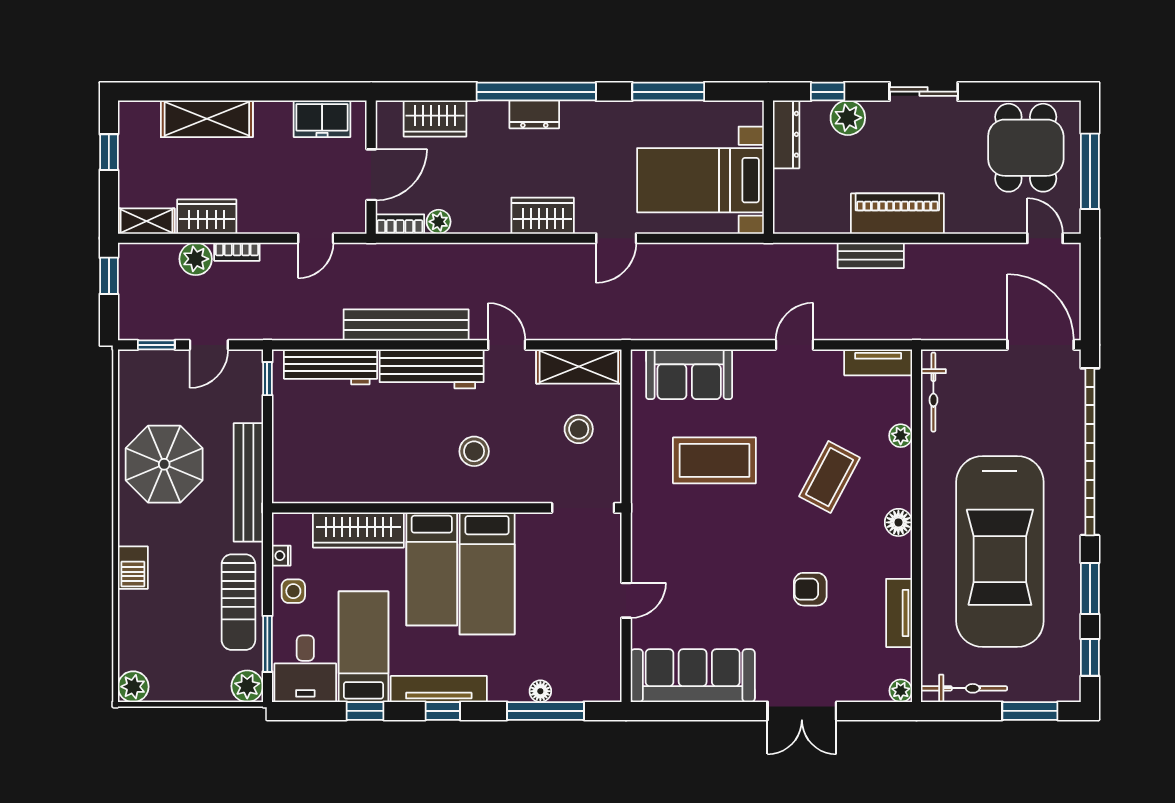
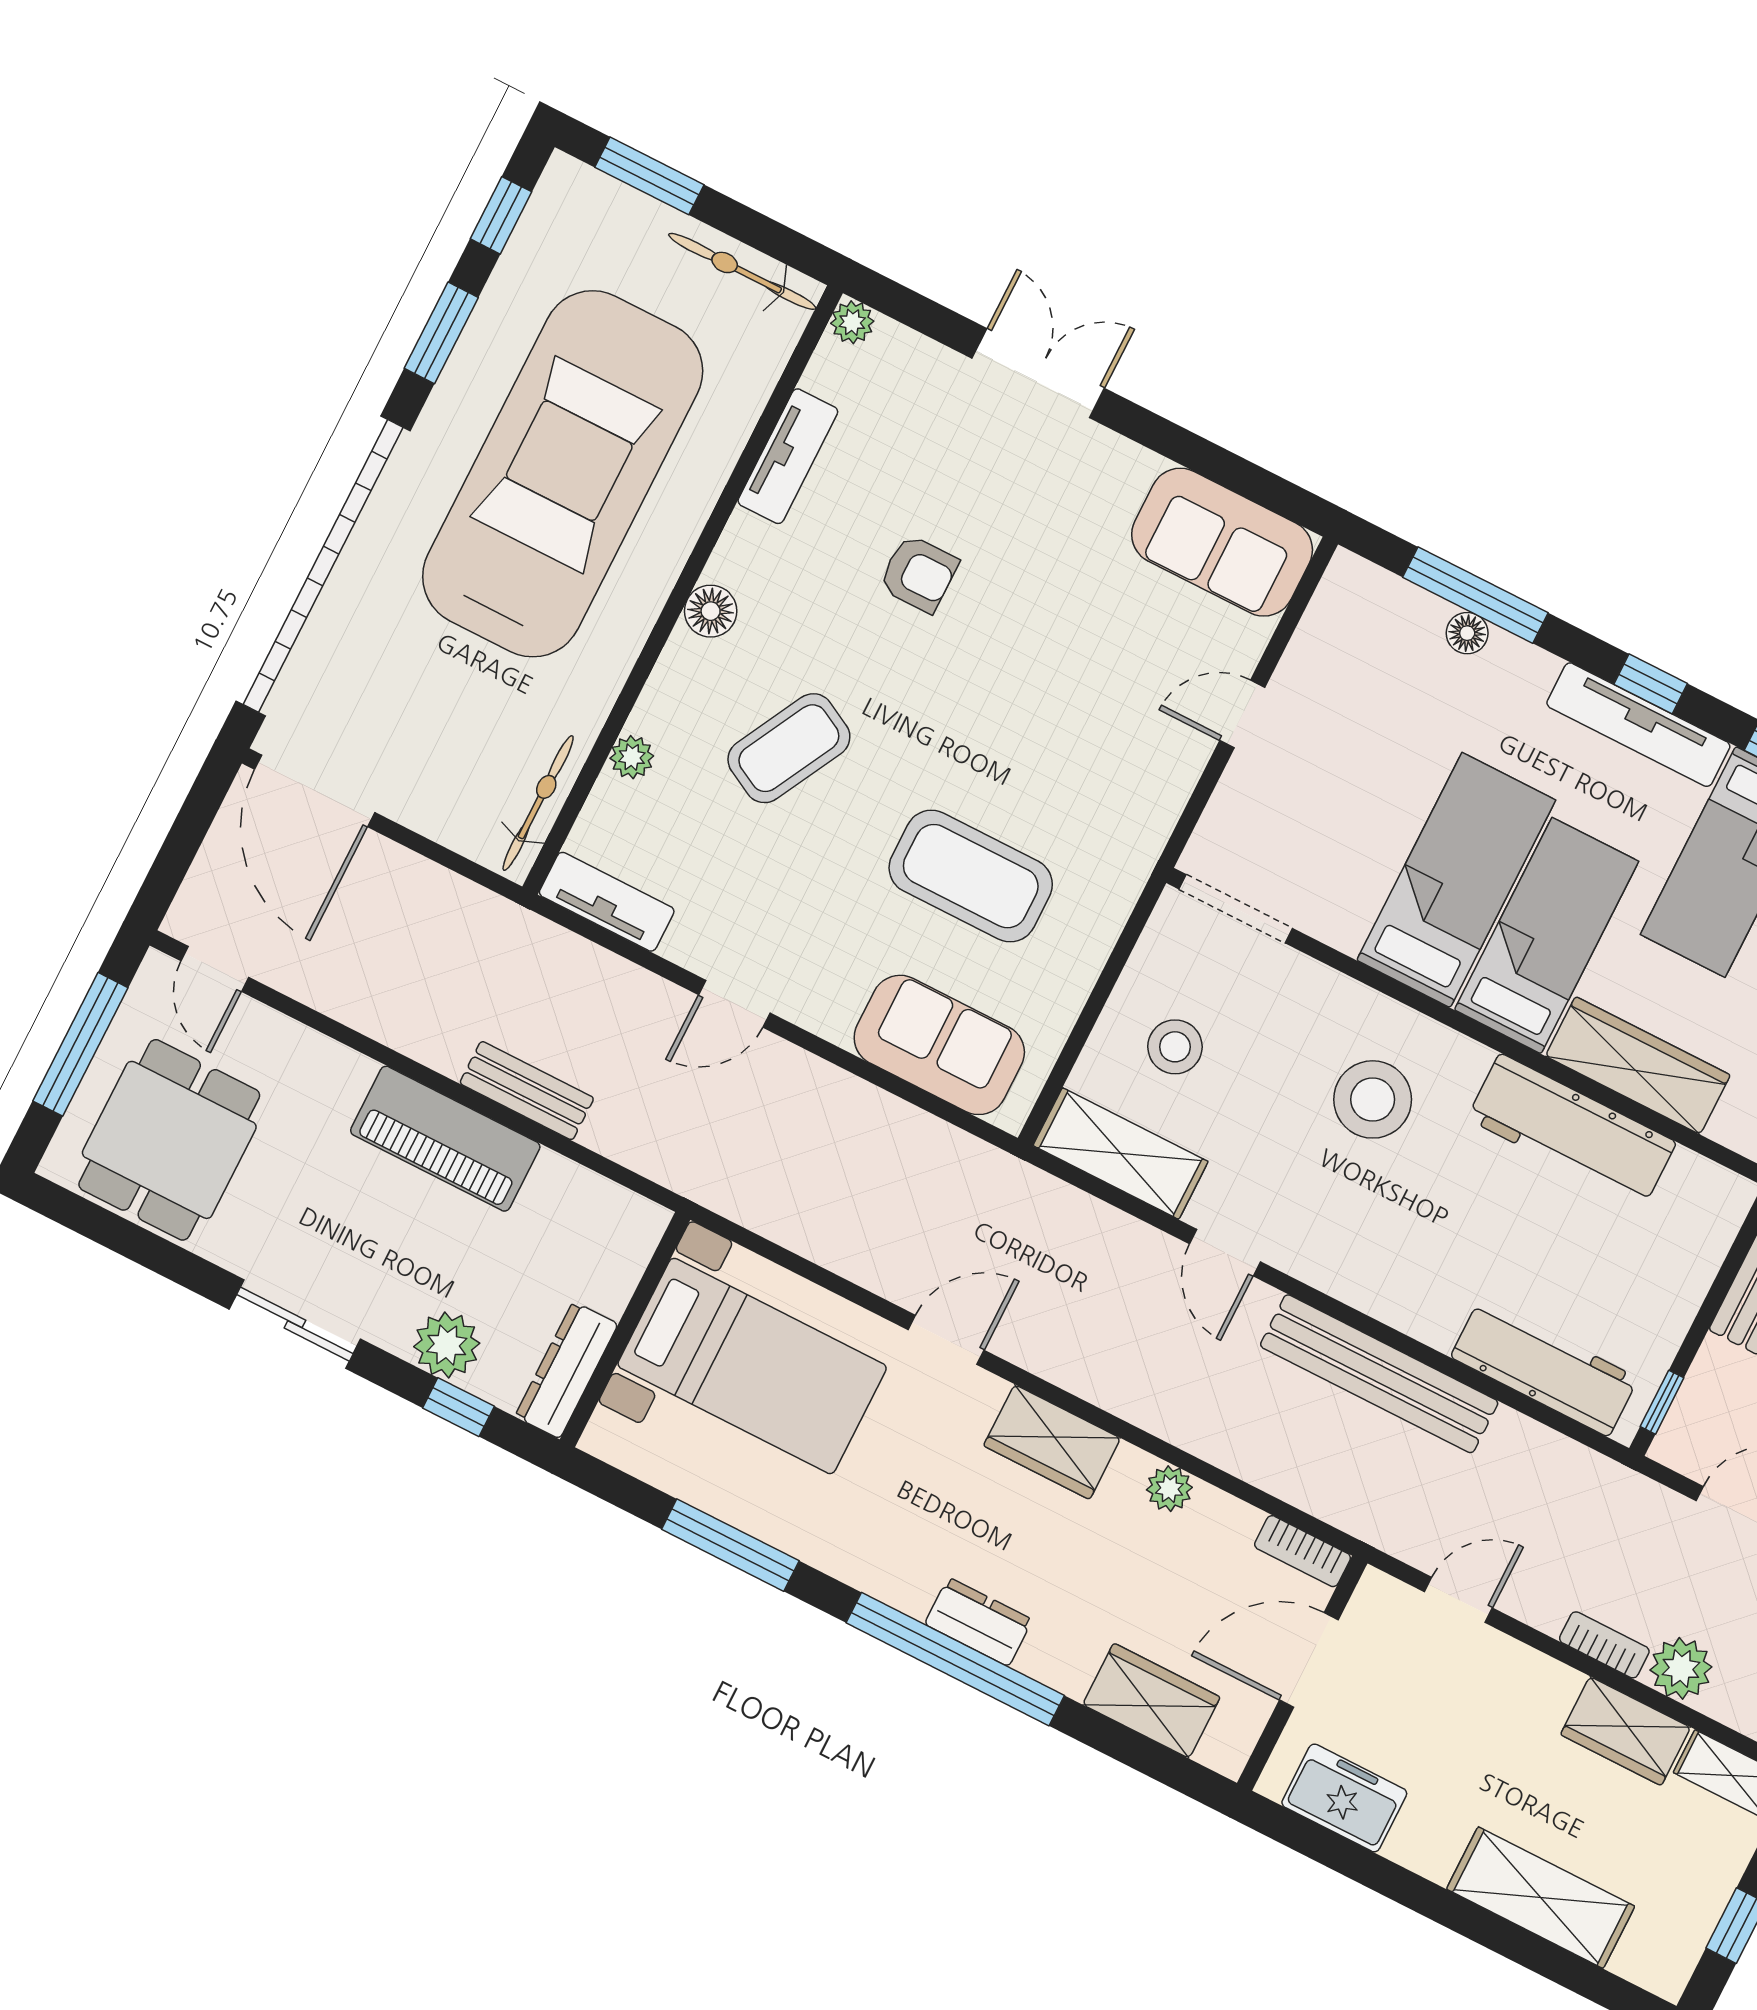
plant: (439, 222) -> (1169, 1489), moved
workbench: (432, 369) -> (1572, 1130), moved, turned 180
stool: (474, 451) -> (1373, 1099), width x1.38, depth x1.38
sofa: (693, 676) -> (1222, 542), width x0.73

